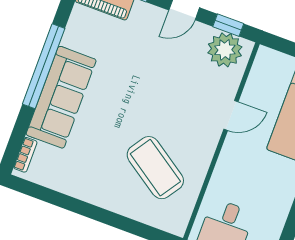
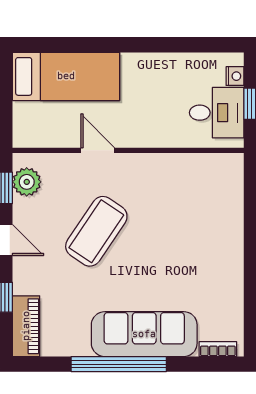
plant: (225, 50) -> (27, 182), width x0.73, depth x0.73
coffee table: (155, 168) -> (96, 231), moved

